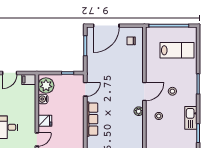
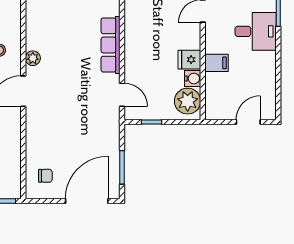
filing cabinet: (29, 79) -> (216, 63), moved
door: (85, 89) -> (122, 95), swing flipped
fridge: (45, 121) -> (189, 60), moved

